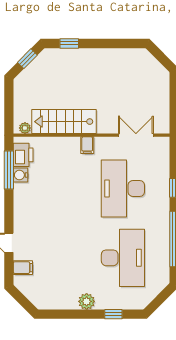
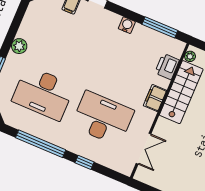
filing cabinet: (87, 145) -> (155, 98), width x2.00
printer: (23, 155) -> (167, 66), moved, turned 90
water cooler: (21, 175) -> (127, 25), moved

